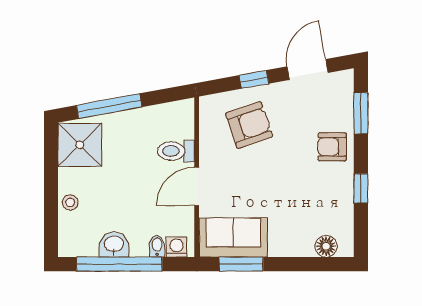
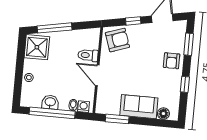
armchair: (249, 125) -> (117, 40), moved
armchair: (332, 147) -> (172, 61), turned -90
door: (197, 186) -> (97, 75), hinge flipped
sofa: (233, 238) -> (139, 107), moved

